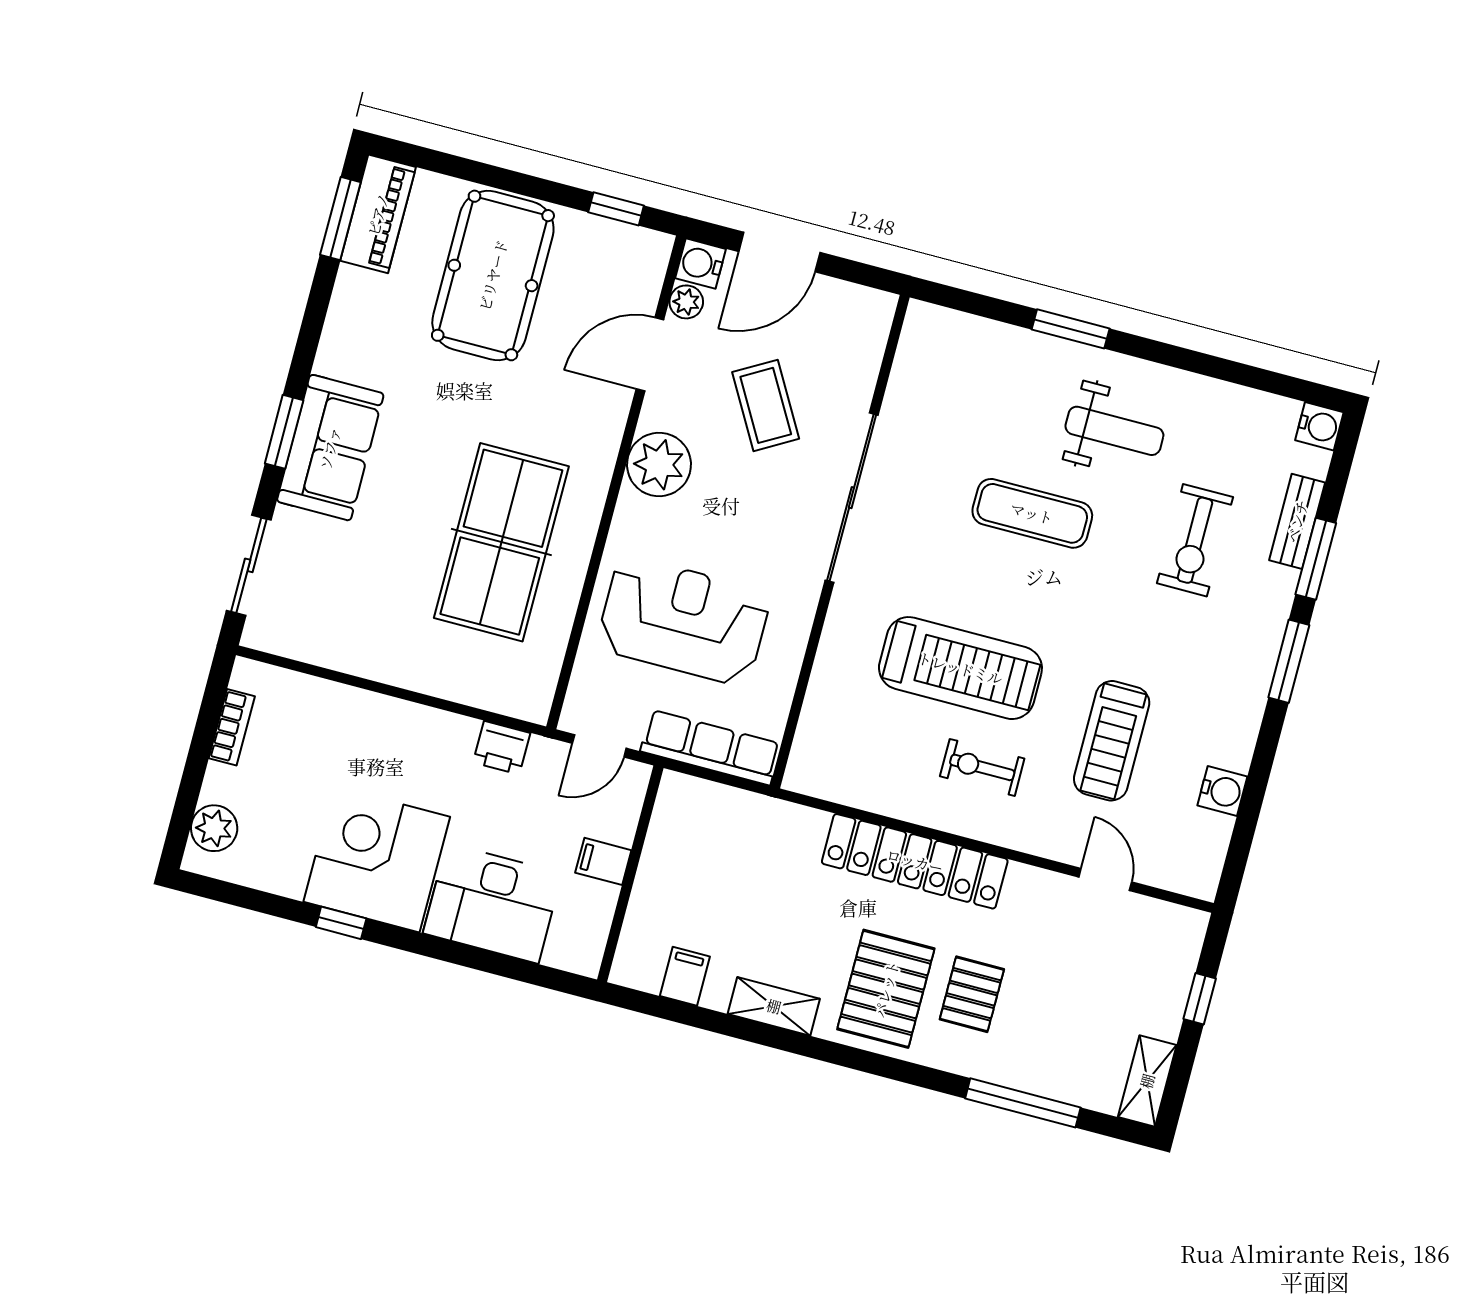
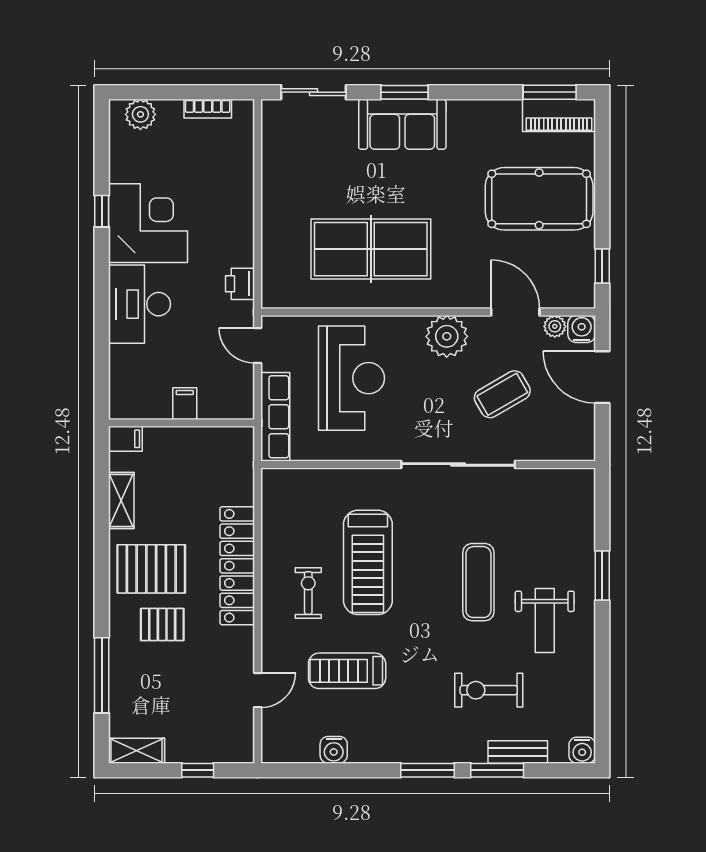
filing cabinet: (603, 861) -> (185, 404), moved
wall: (630, 874) -> (181, 423), moved

